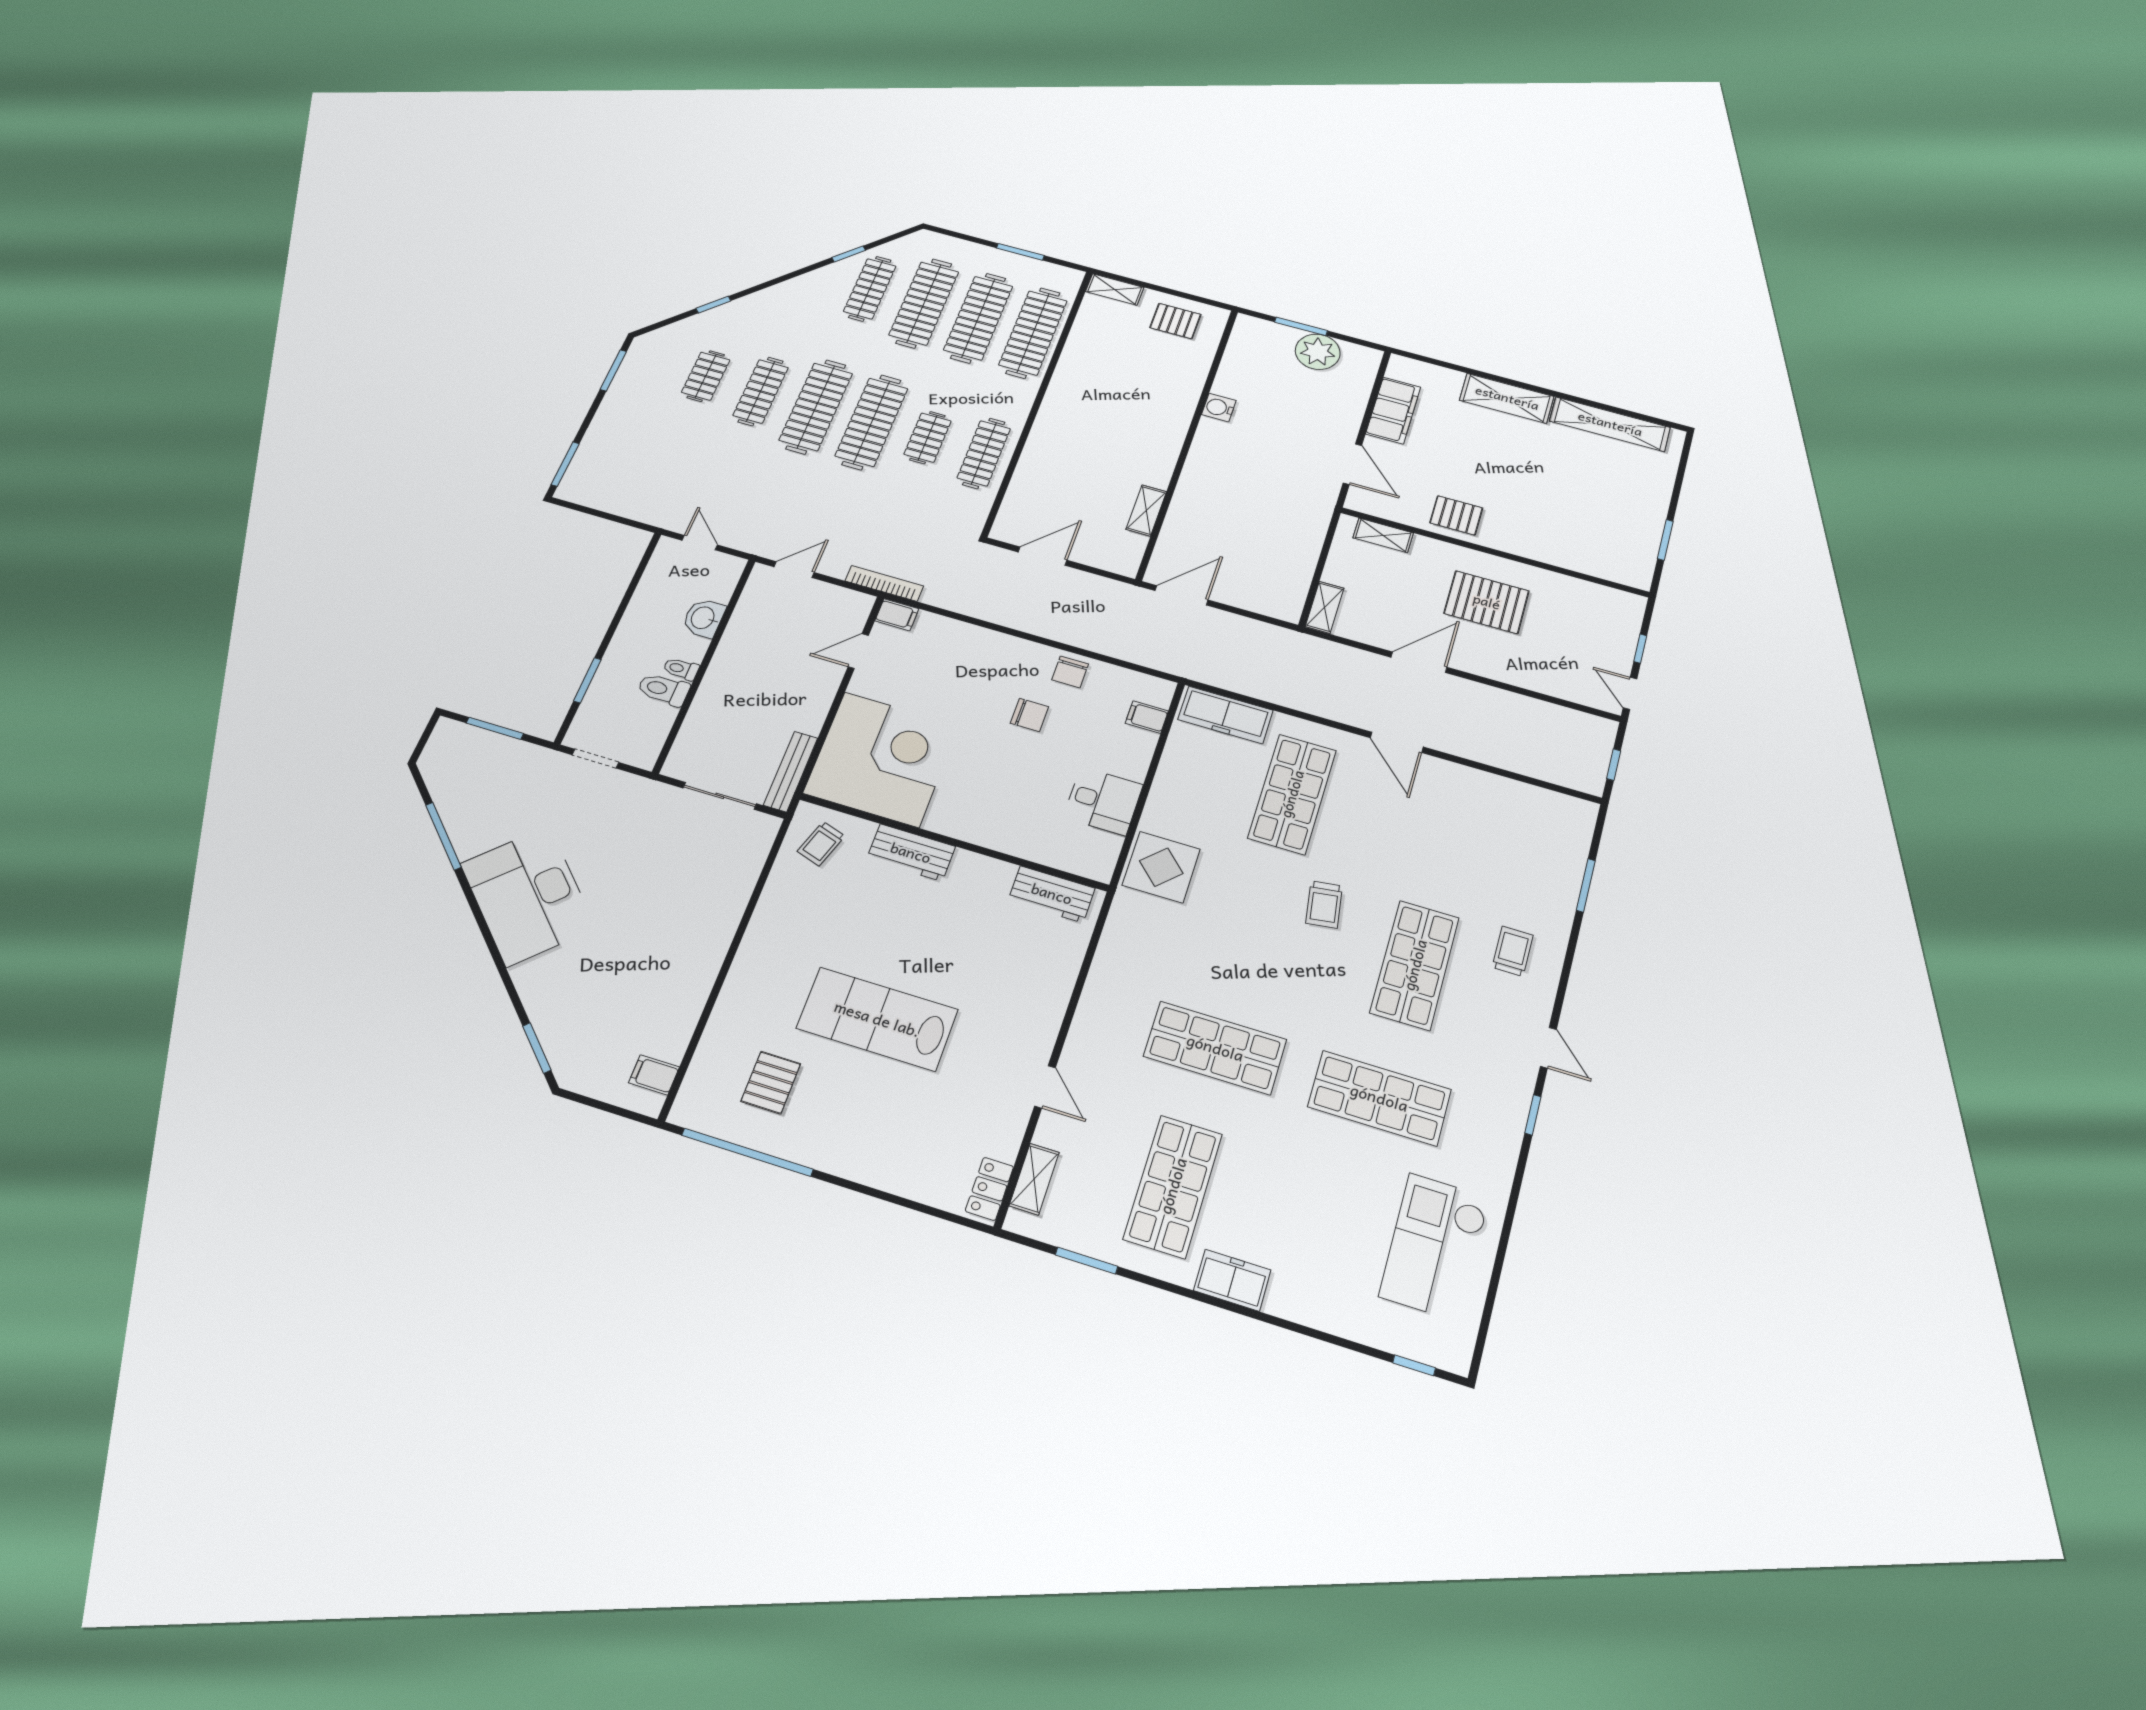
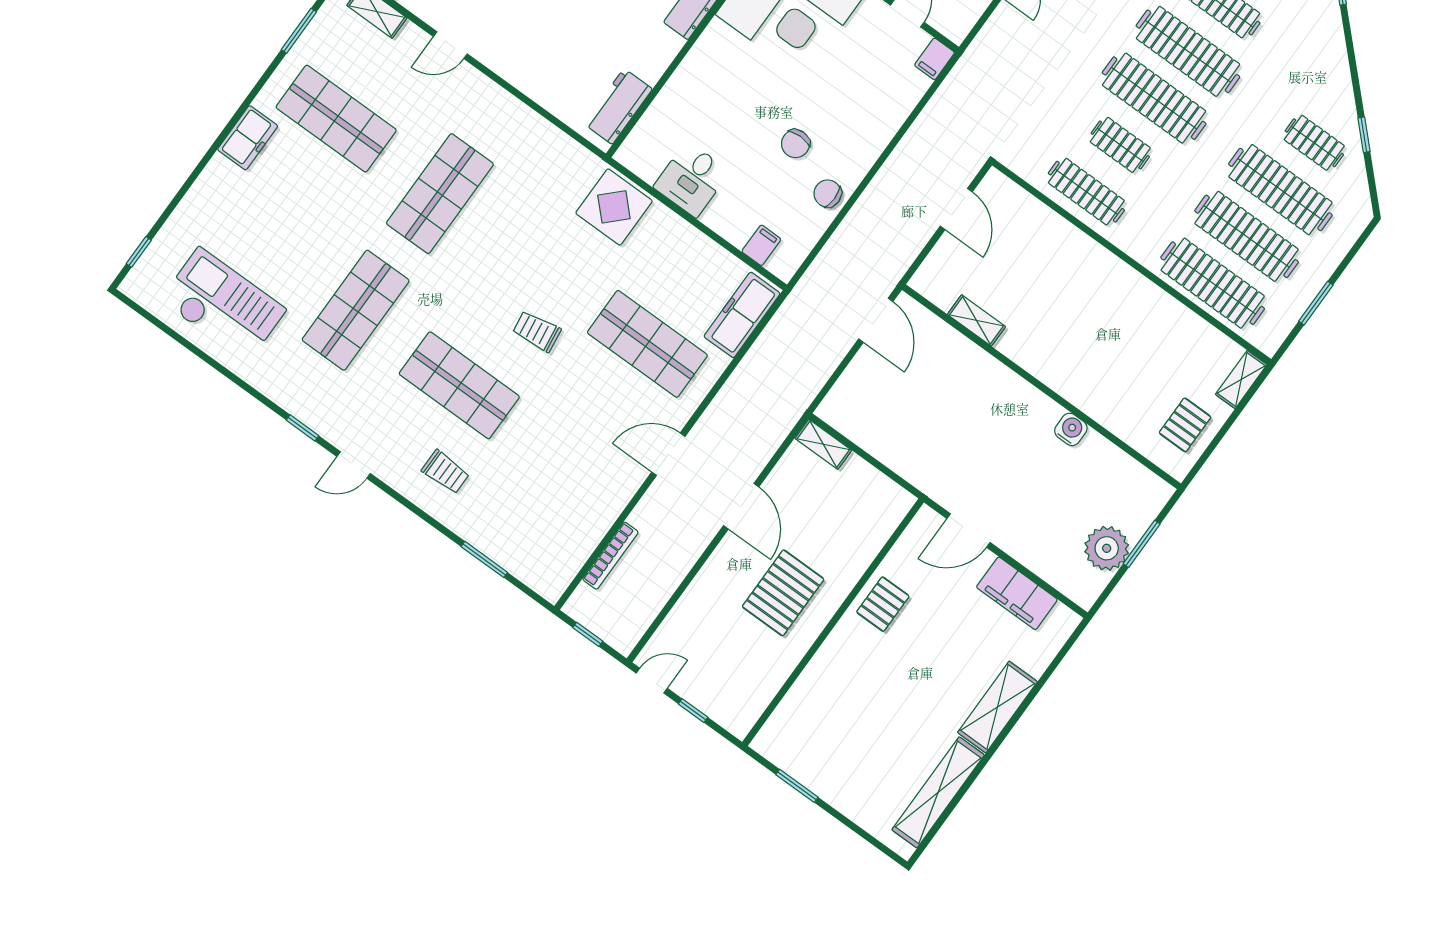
clothes rail: (870, 289) -> (1314, 143), width x0.73
shelving: (1383, 535) -> (882, 528), removed
bookcase: (884, 583) -> (610, 556), moved

